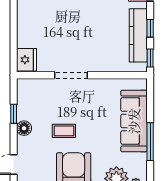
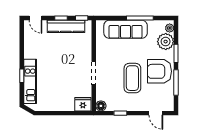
floor lamp: (24, 128) -> (101, 106), moved
coffee table: (64, 131) -> (132, 78), width x1.86, depth x1.72

